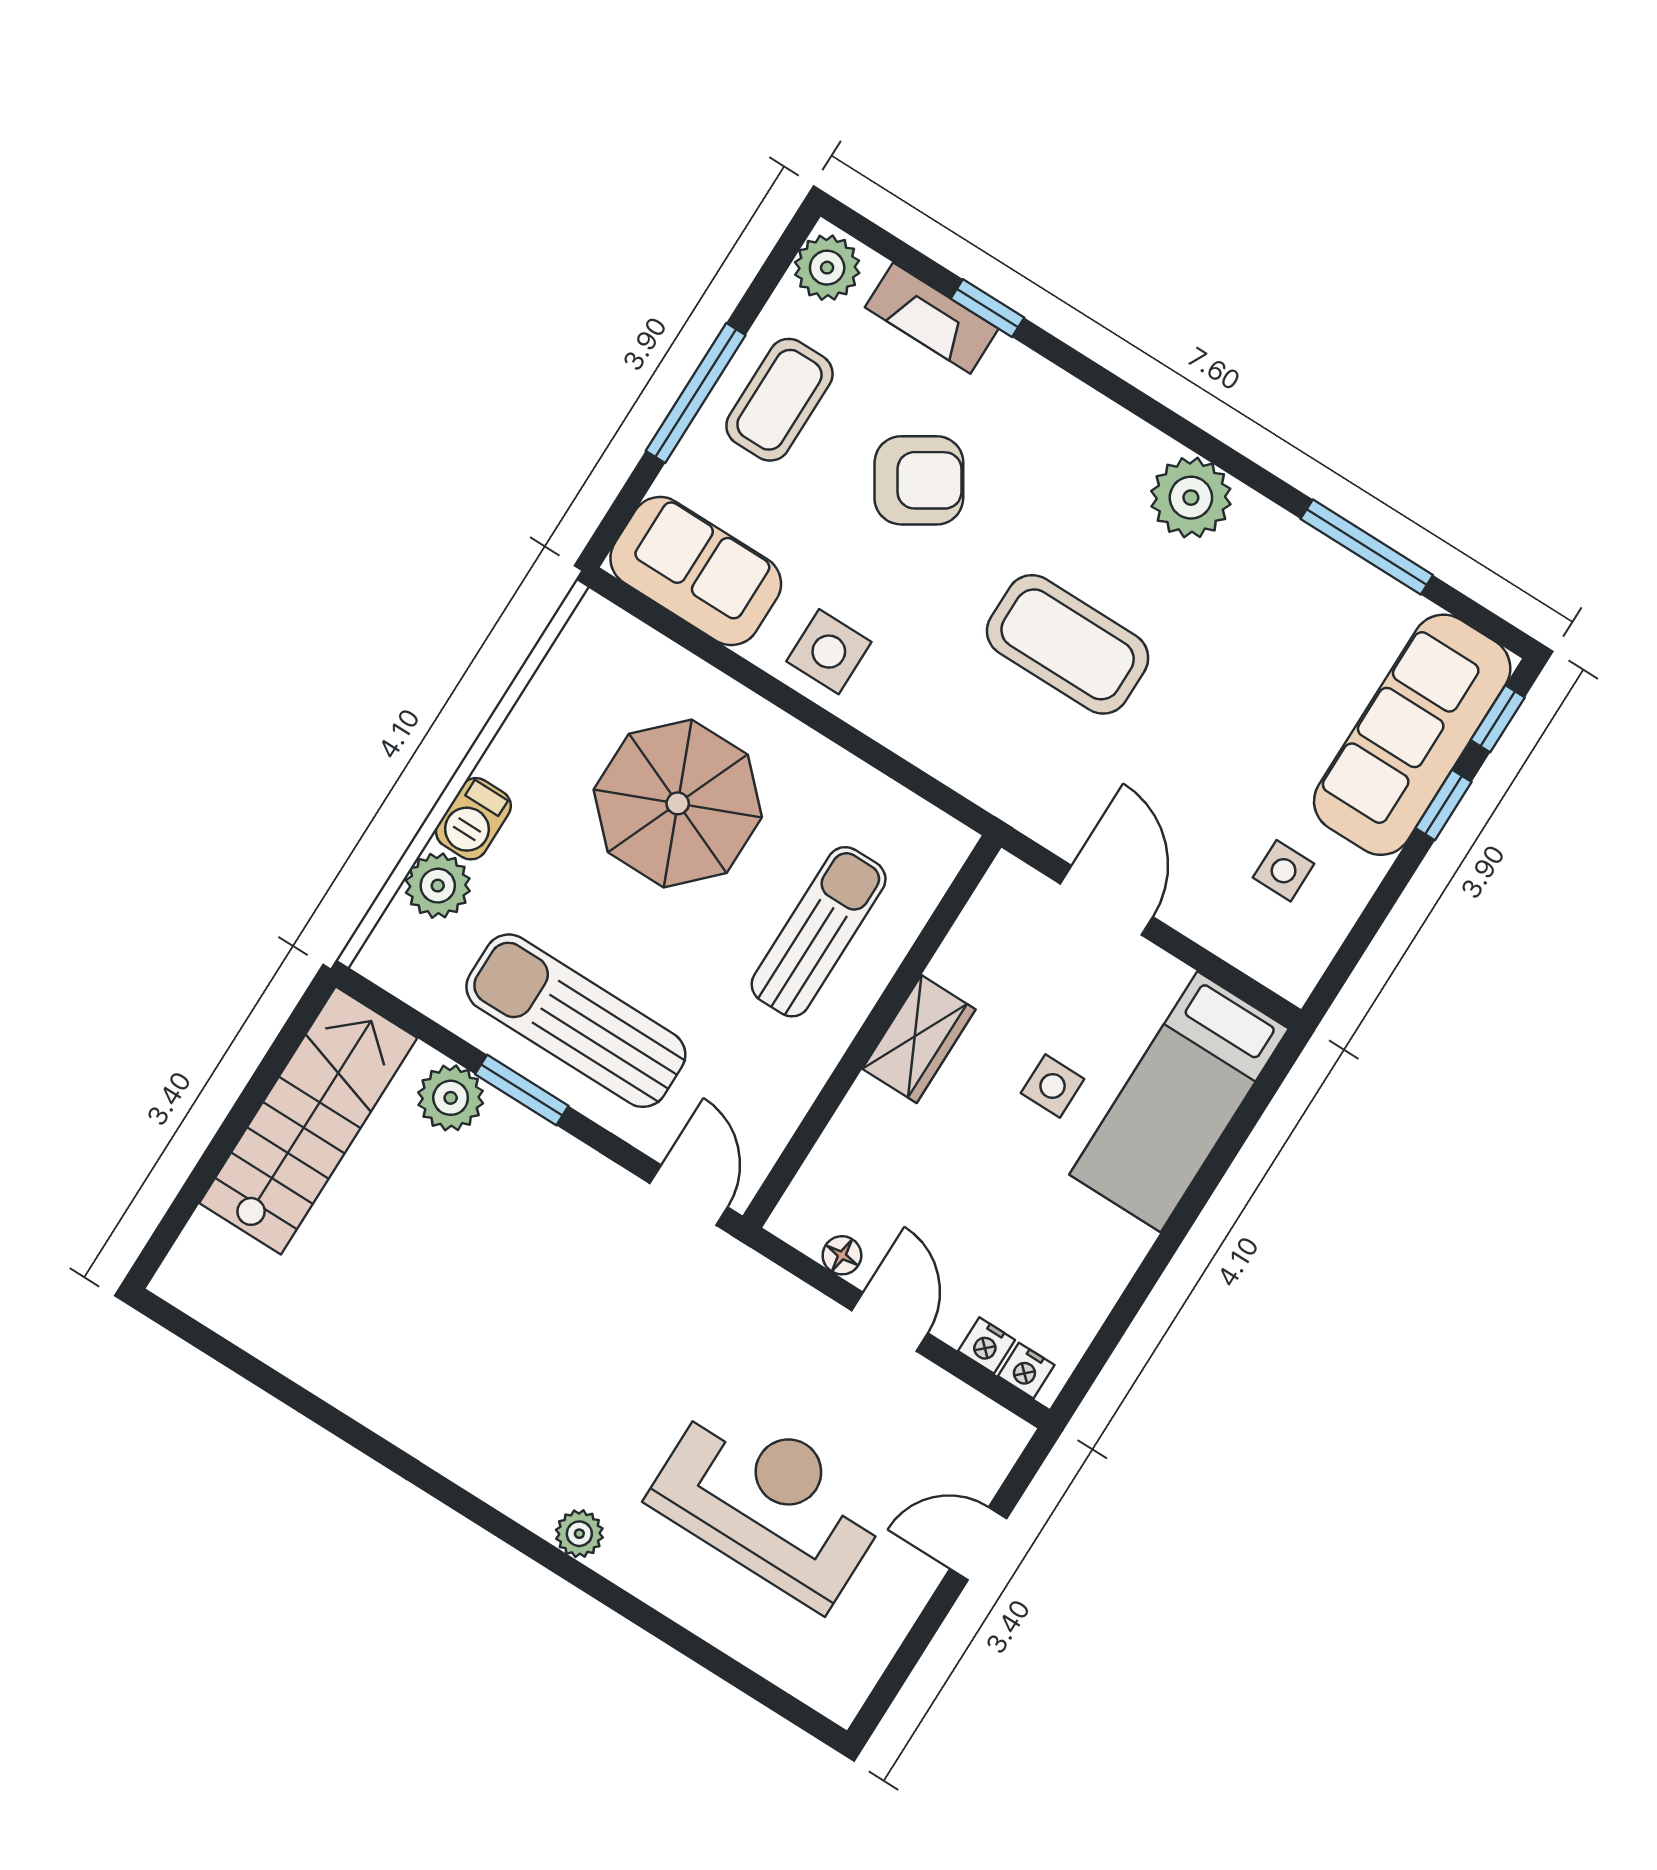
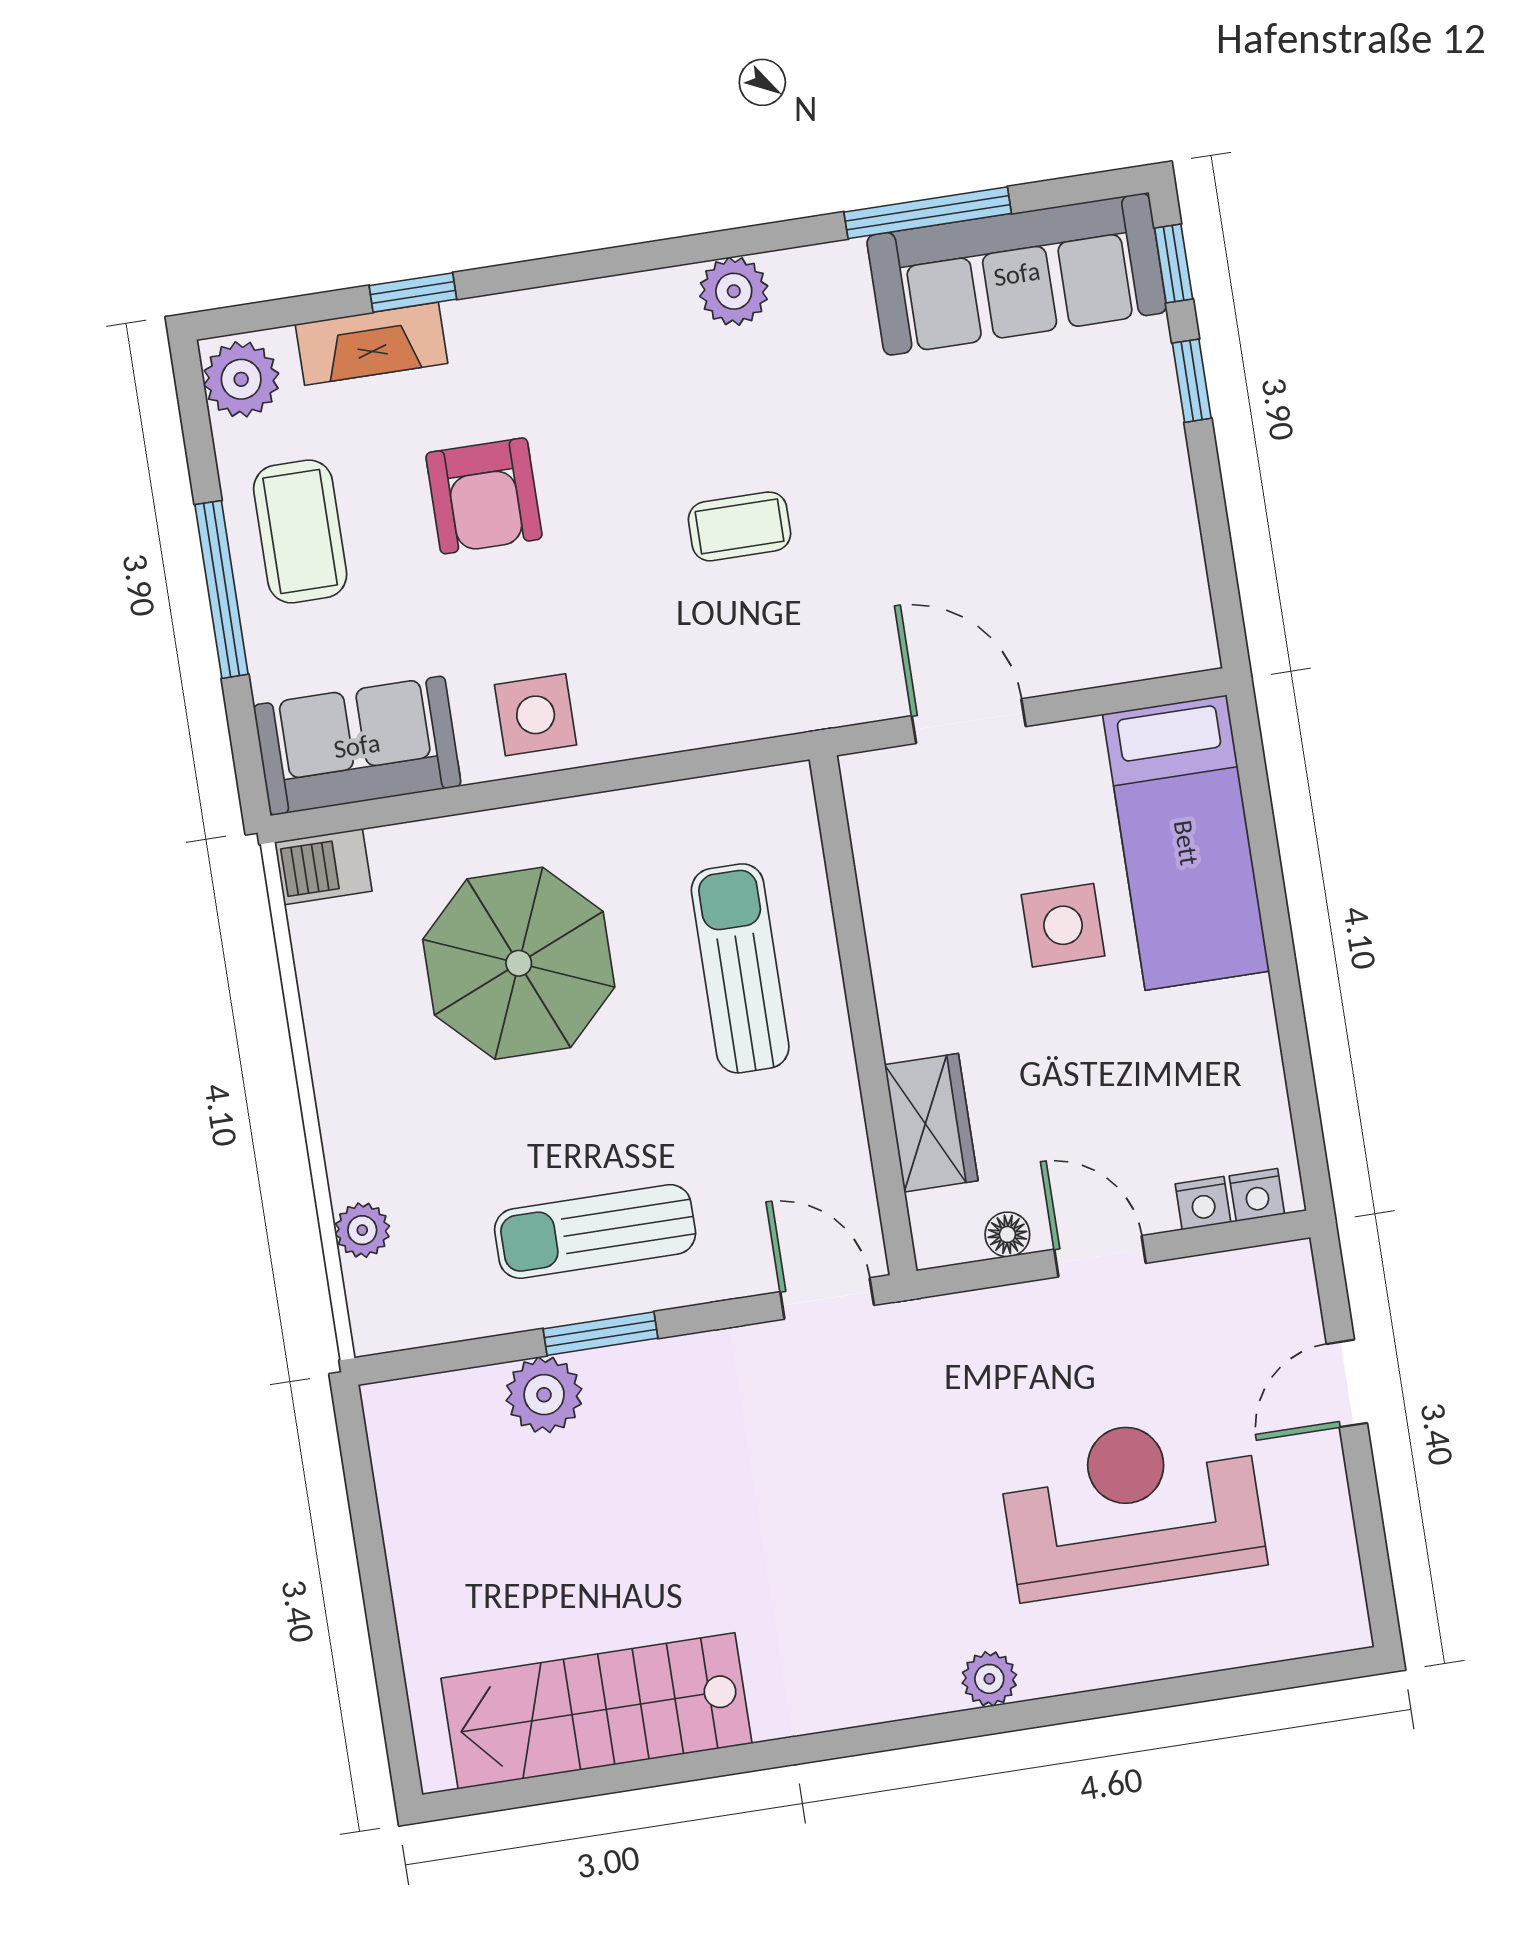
armchair: (919, 480) -> (484, 496), turned 122
plant: (1191, 498) -> (734, 291), width x0.73, depth x0.73
coffee table: (1068, 644) -> (739, 526), width x0.54, depth x0.58
sofa: (1412, 735) -> (1017, 274), moved, turned -90
barbecue: (473, 819) -> (323, 867), moved, turned 90
side table: (1284, 871) -> (1102, 560), removed
plant: (438, 886) -> (362, 1230), width x0.73, depth x0.73
sun lounger: (576, 1021) -> (595, 1231), width x0.73, depth x0.75
wardrobe: (919, 1039) -> (931, 1123), moved
side table: (1053, 1086) -> (1063, 925), width x1.37, depth x1.37
stairs: (308, 1120) -> (596, 1711), moved, turned -90

